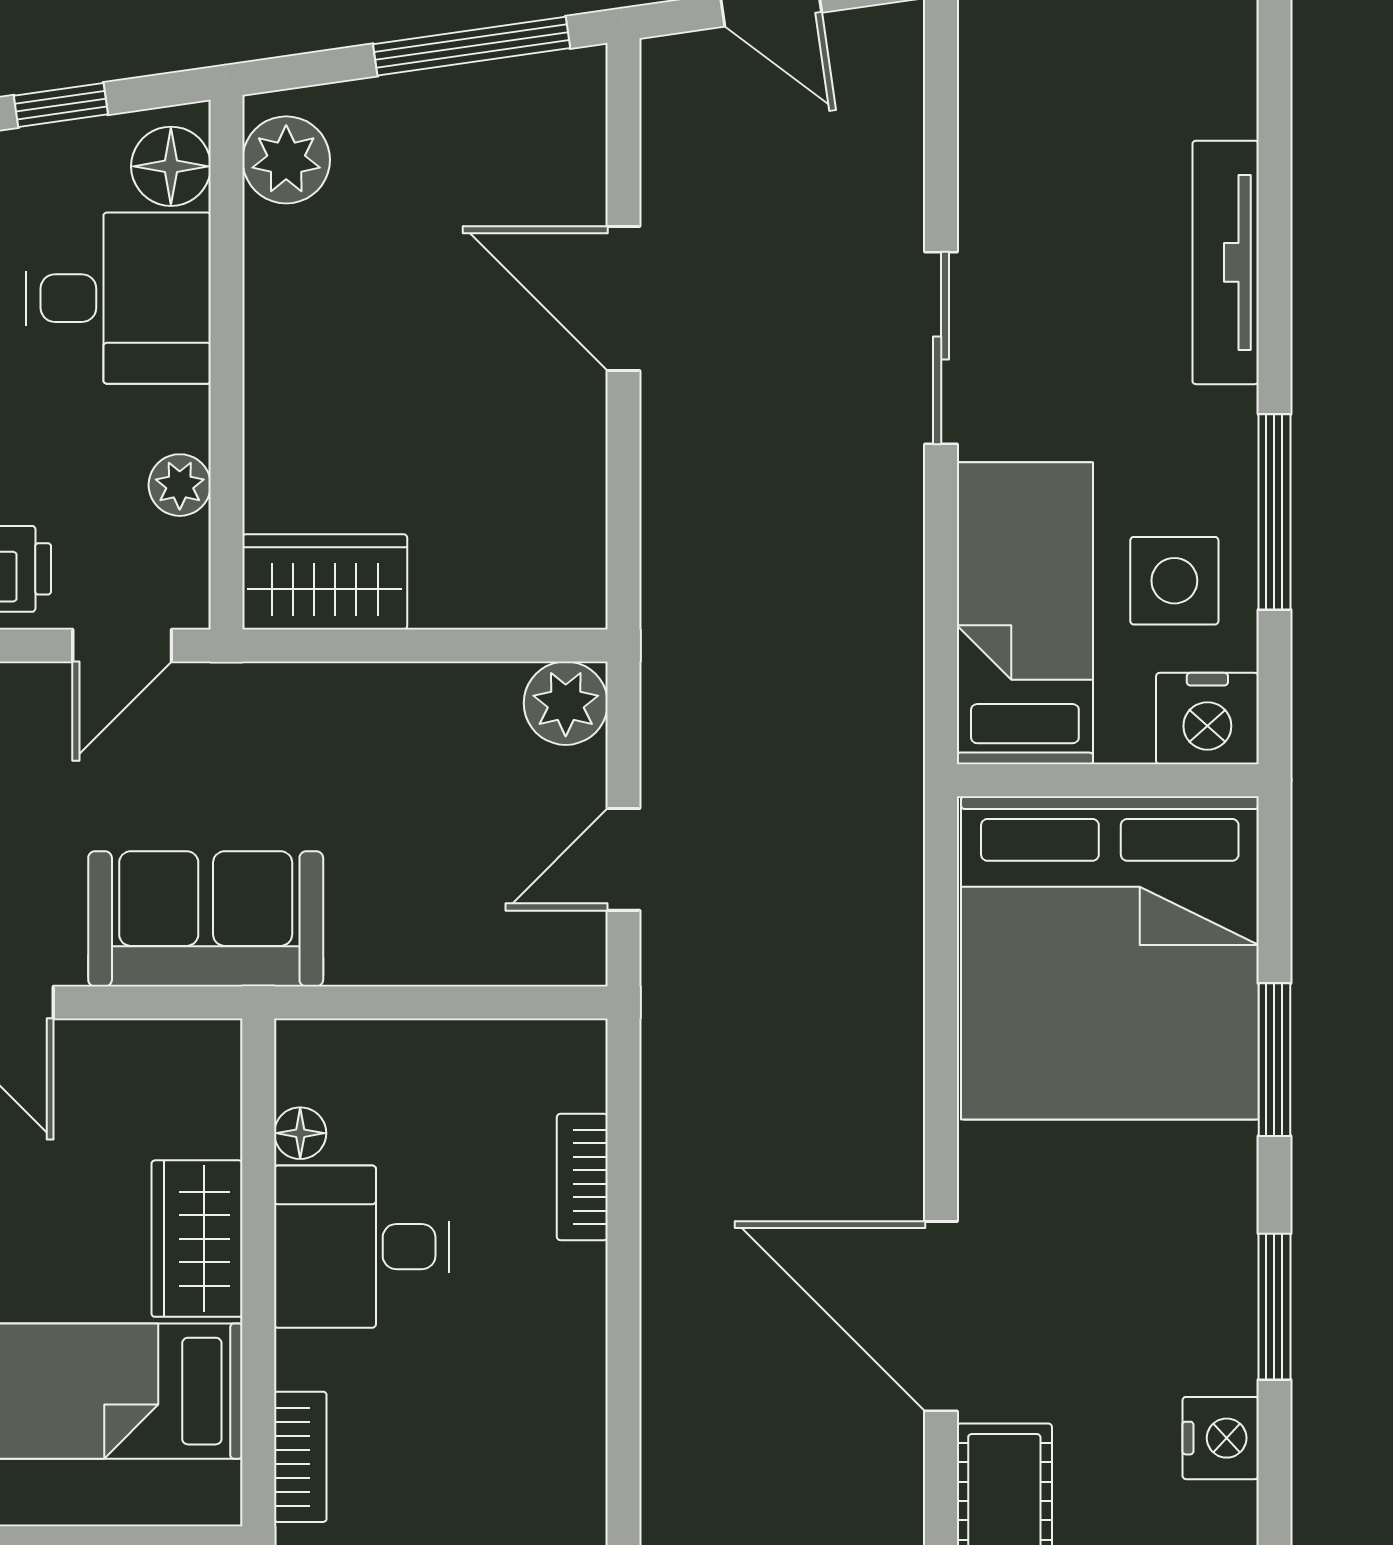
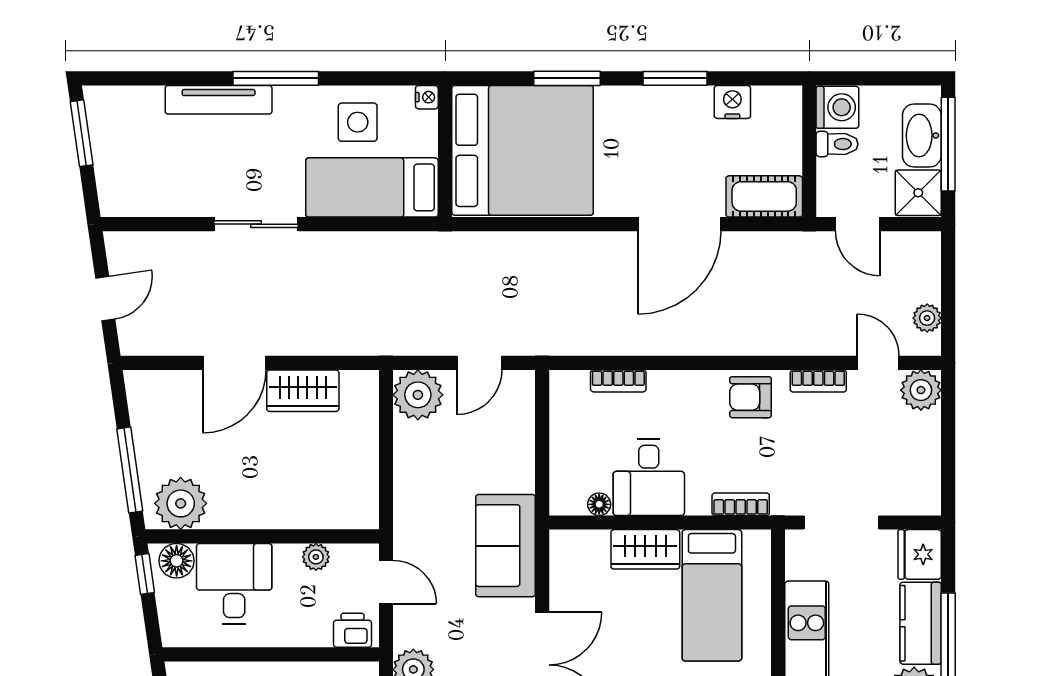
window: (472, 46) -> (130, 470), moved
window: (61, 105) -> (145, 574), moved
plant: (286, 160) -> (181, 503), width x1.36, depth x1.36
window: (1274, 512) -> (276, 78), moved
wardrobe: (325, 582) -> (303, 391), moved, turned -90
plant: (566, 703) -> (418, 395), width x1.36, depth x1.36
nightstand: (1207, 719) -> (427, 97), width x0.53, depth x0.56
door: (624, 859) -> (479, 363), hinge flipped
armchair: (545, 1479) -> (751, 397), added

